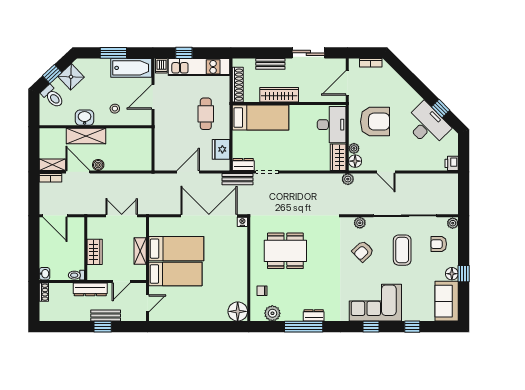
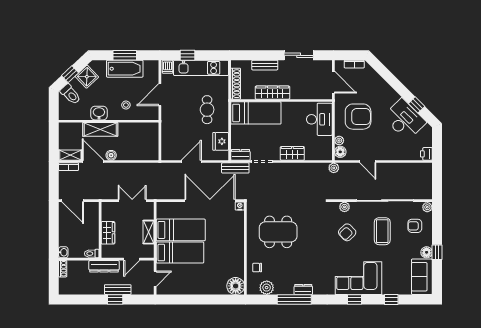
bathtub: (131, 68) -> (125, 69), moved
door: (347, 83) -> (333, 82), swing flipped
wardrobe: (338, 157) -> (292, 153), moved, turned 90

